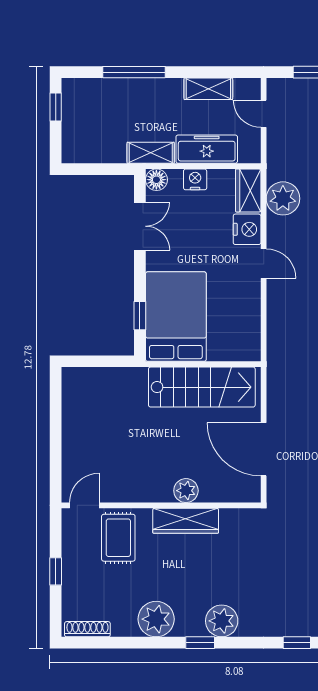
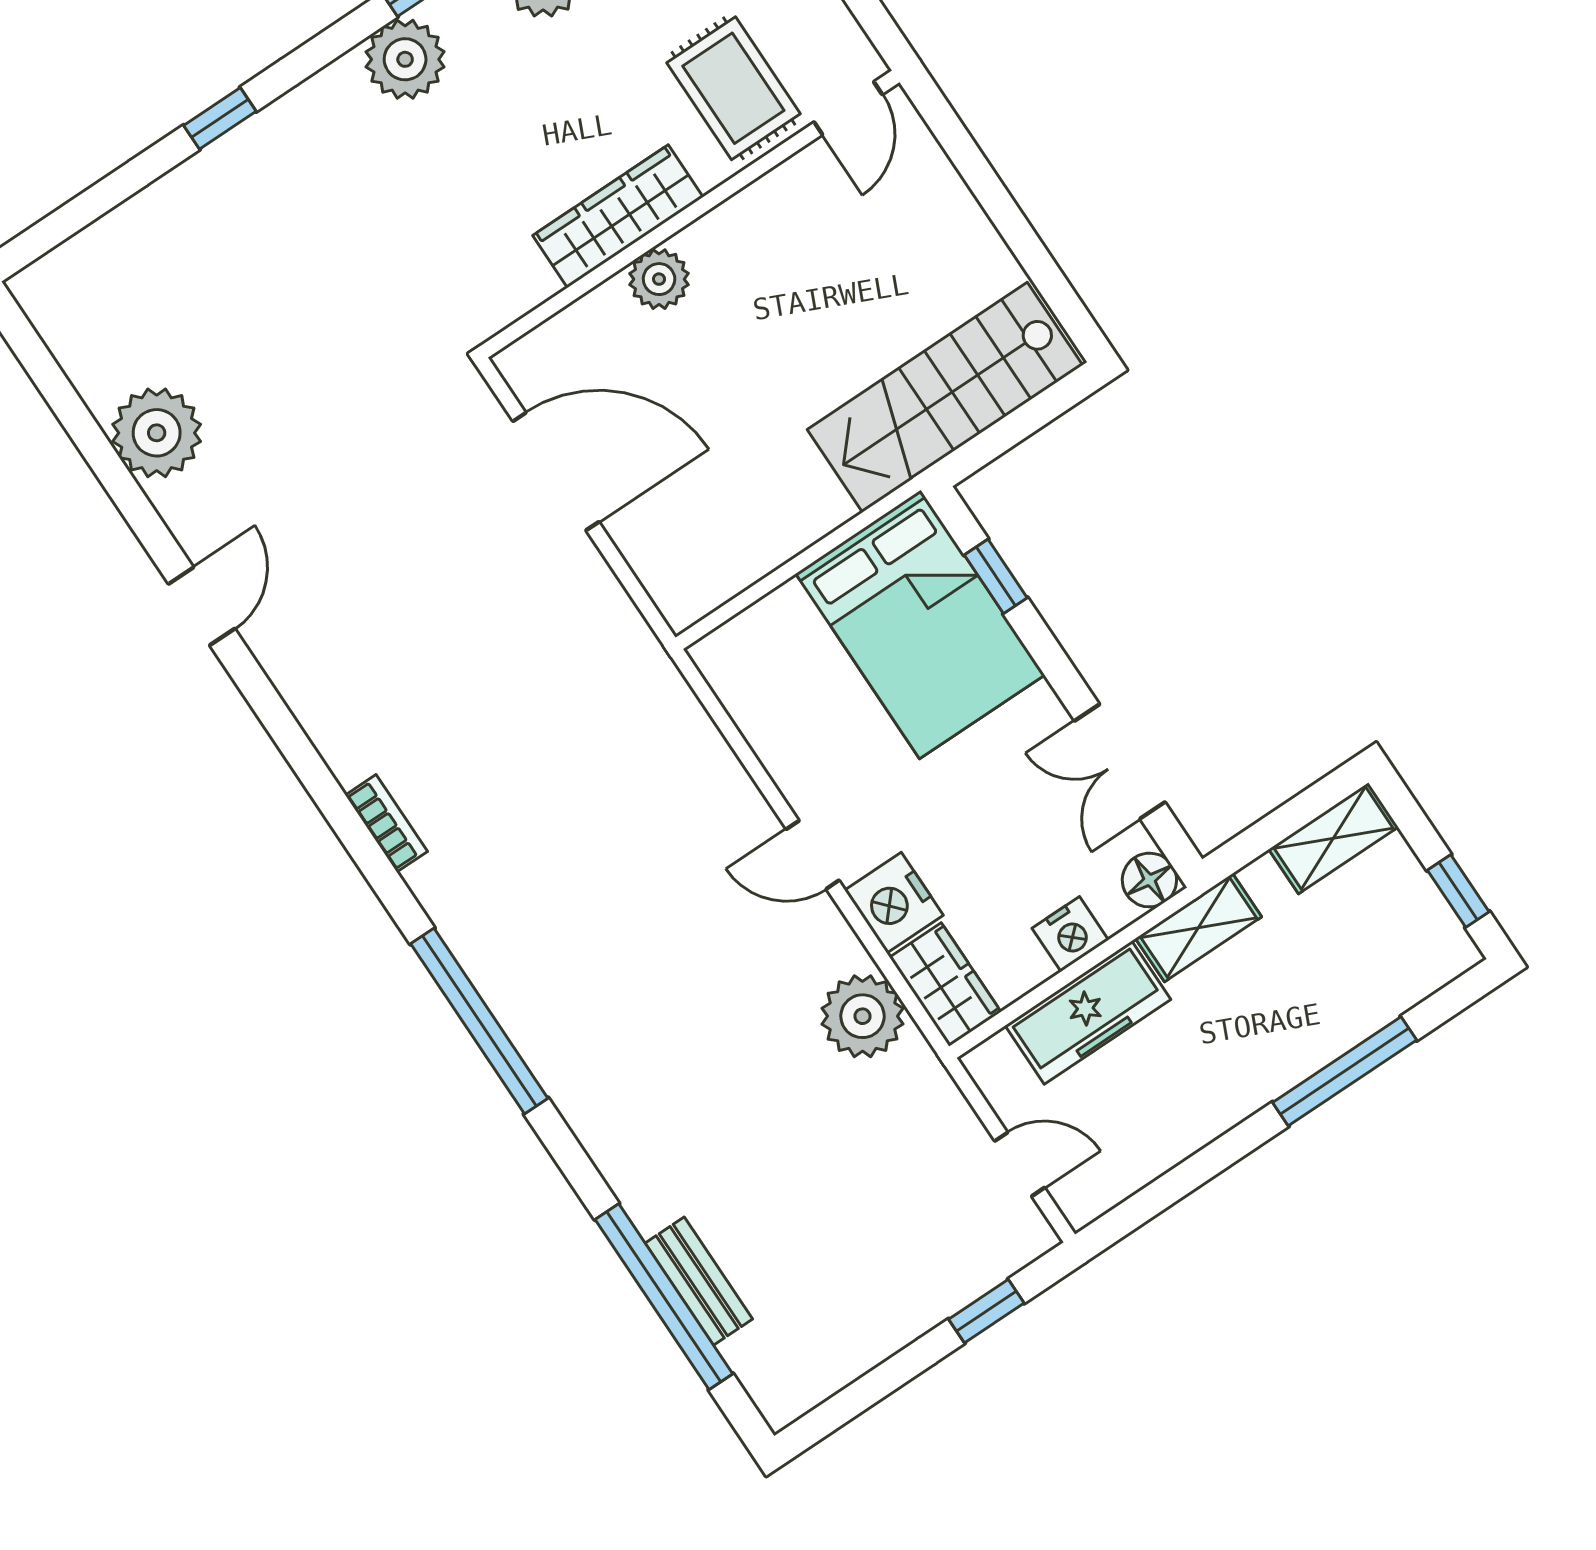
shelving: (208, 89) -> (1334, 838), moved
stairs: (202, 387) -> (945, 397), moved

